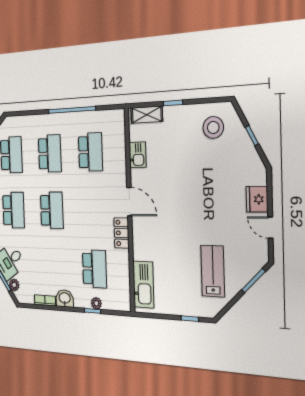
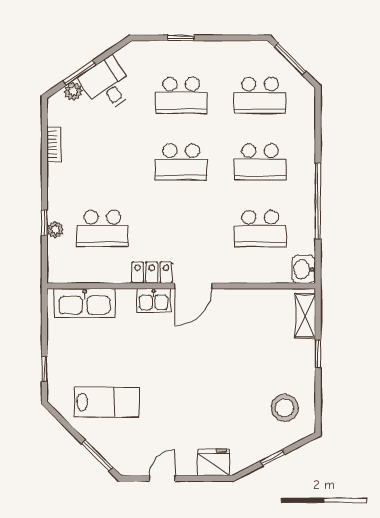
kitchen sink: (138, 155) -> (154, 300), moved
fridge: (257, 199) -> (213, 462), moved
washbasin: (65, 298) -> (303, 269), moved, turned 180

